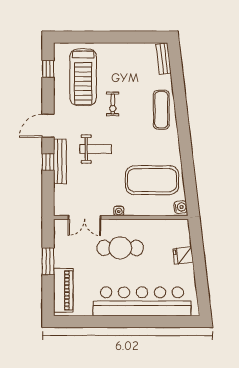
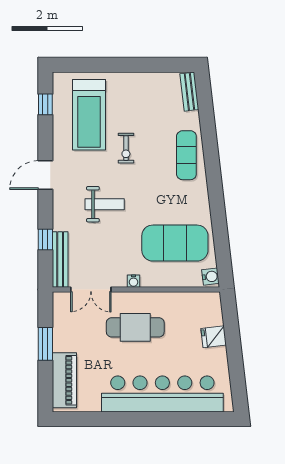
window: (48, 162) -> (45, 240), moved
bench: (60, 162) -> (60, 259), moved

